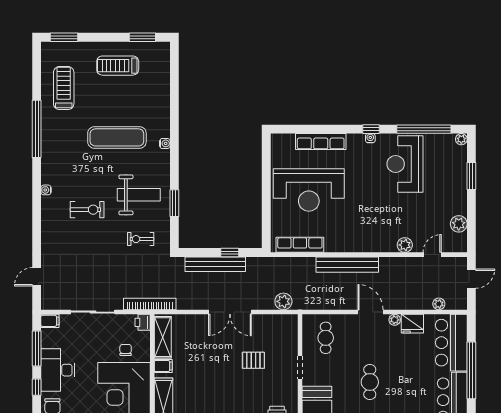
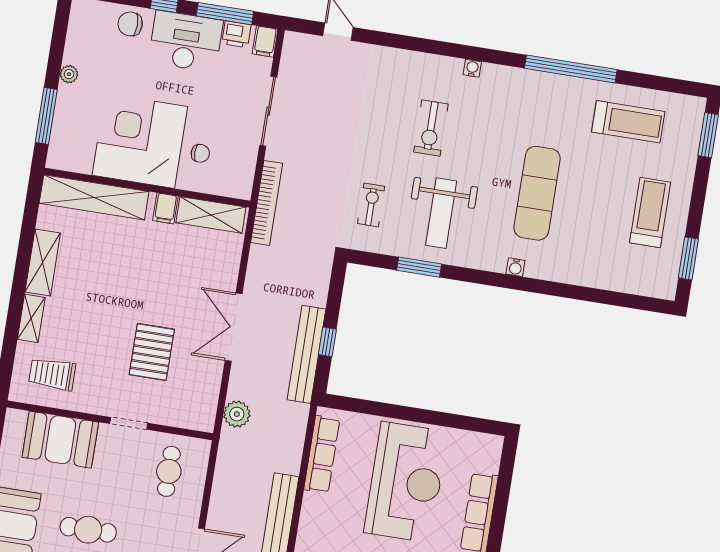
reception desk: (309, 190) -> (406, 482), turned 180
bench: (215, 264) -> (306, 354), moved
printer: (143, 322) -> (236, 34), moved, turned 180
cafe table: (326, 338) -> (169, 471), turned 90
pallet: (253, 360) -> (152, 352), width x1.50, depth x1.42

